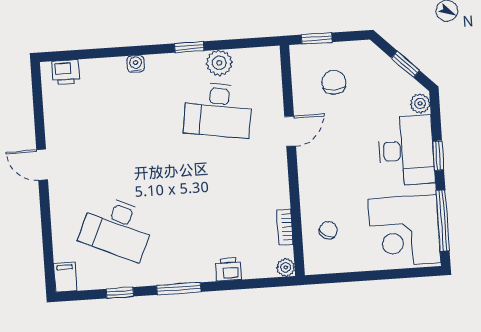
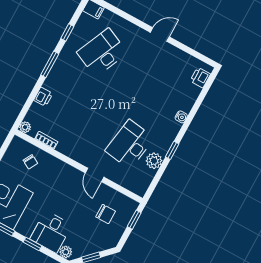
desk: (406, 150) -> (51, 232), width x0.73

